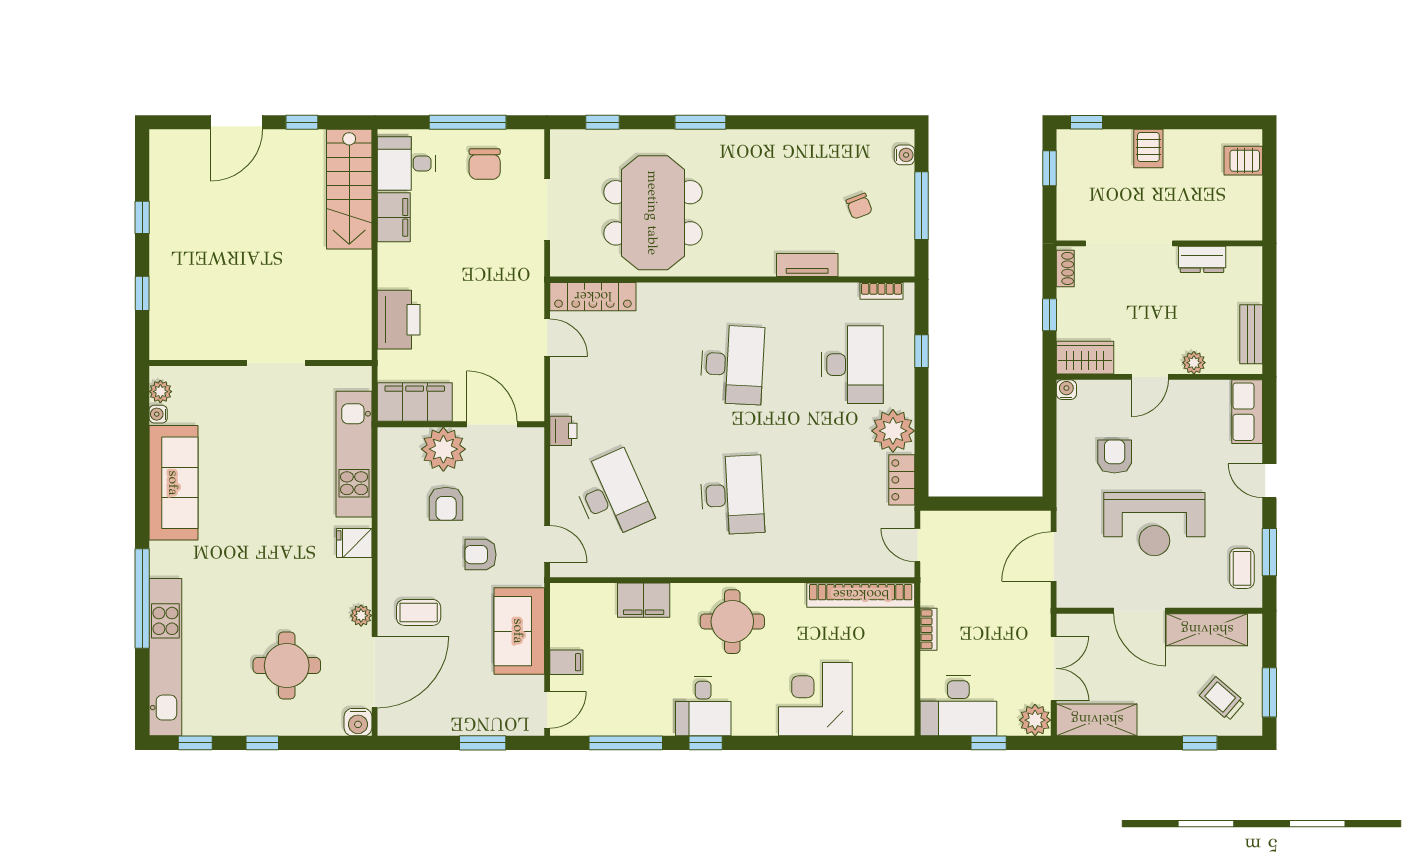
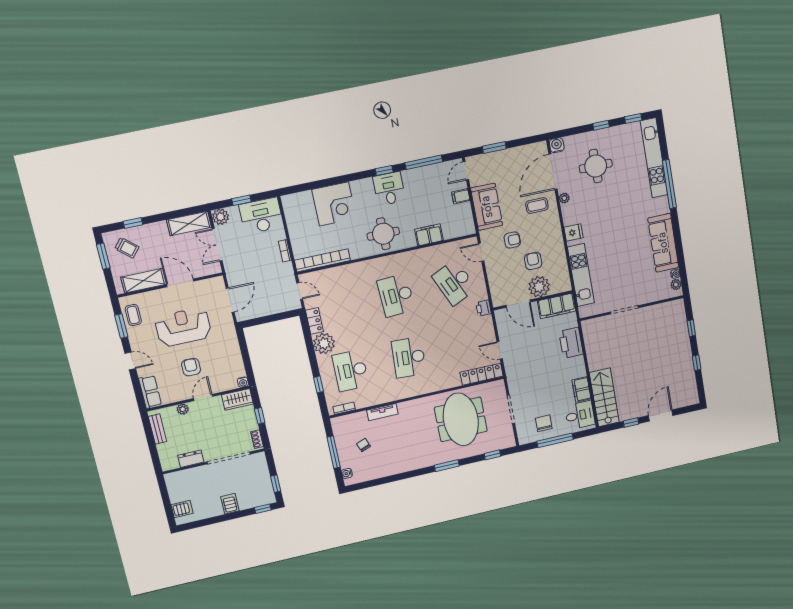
armchair: (1115, 457) -> (191, 367), moved, turned 180

